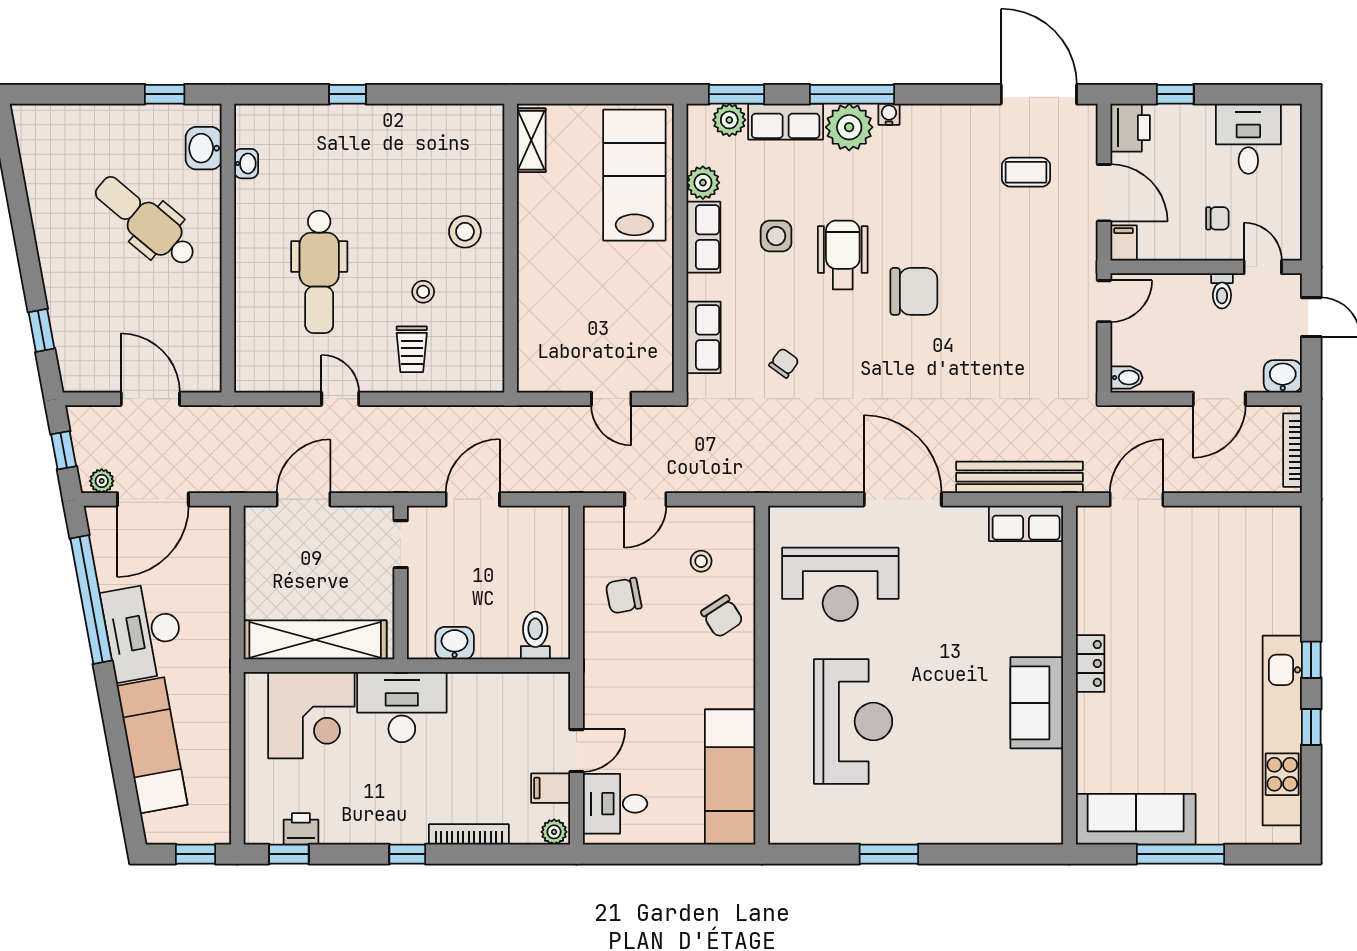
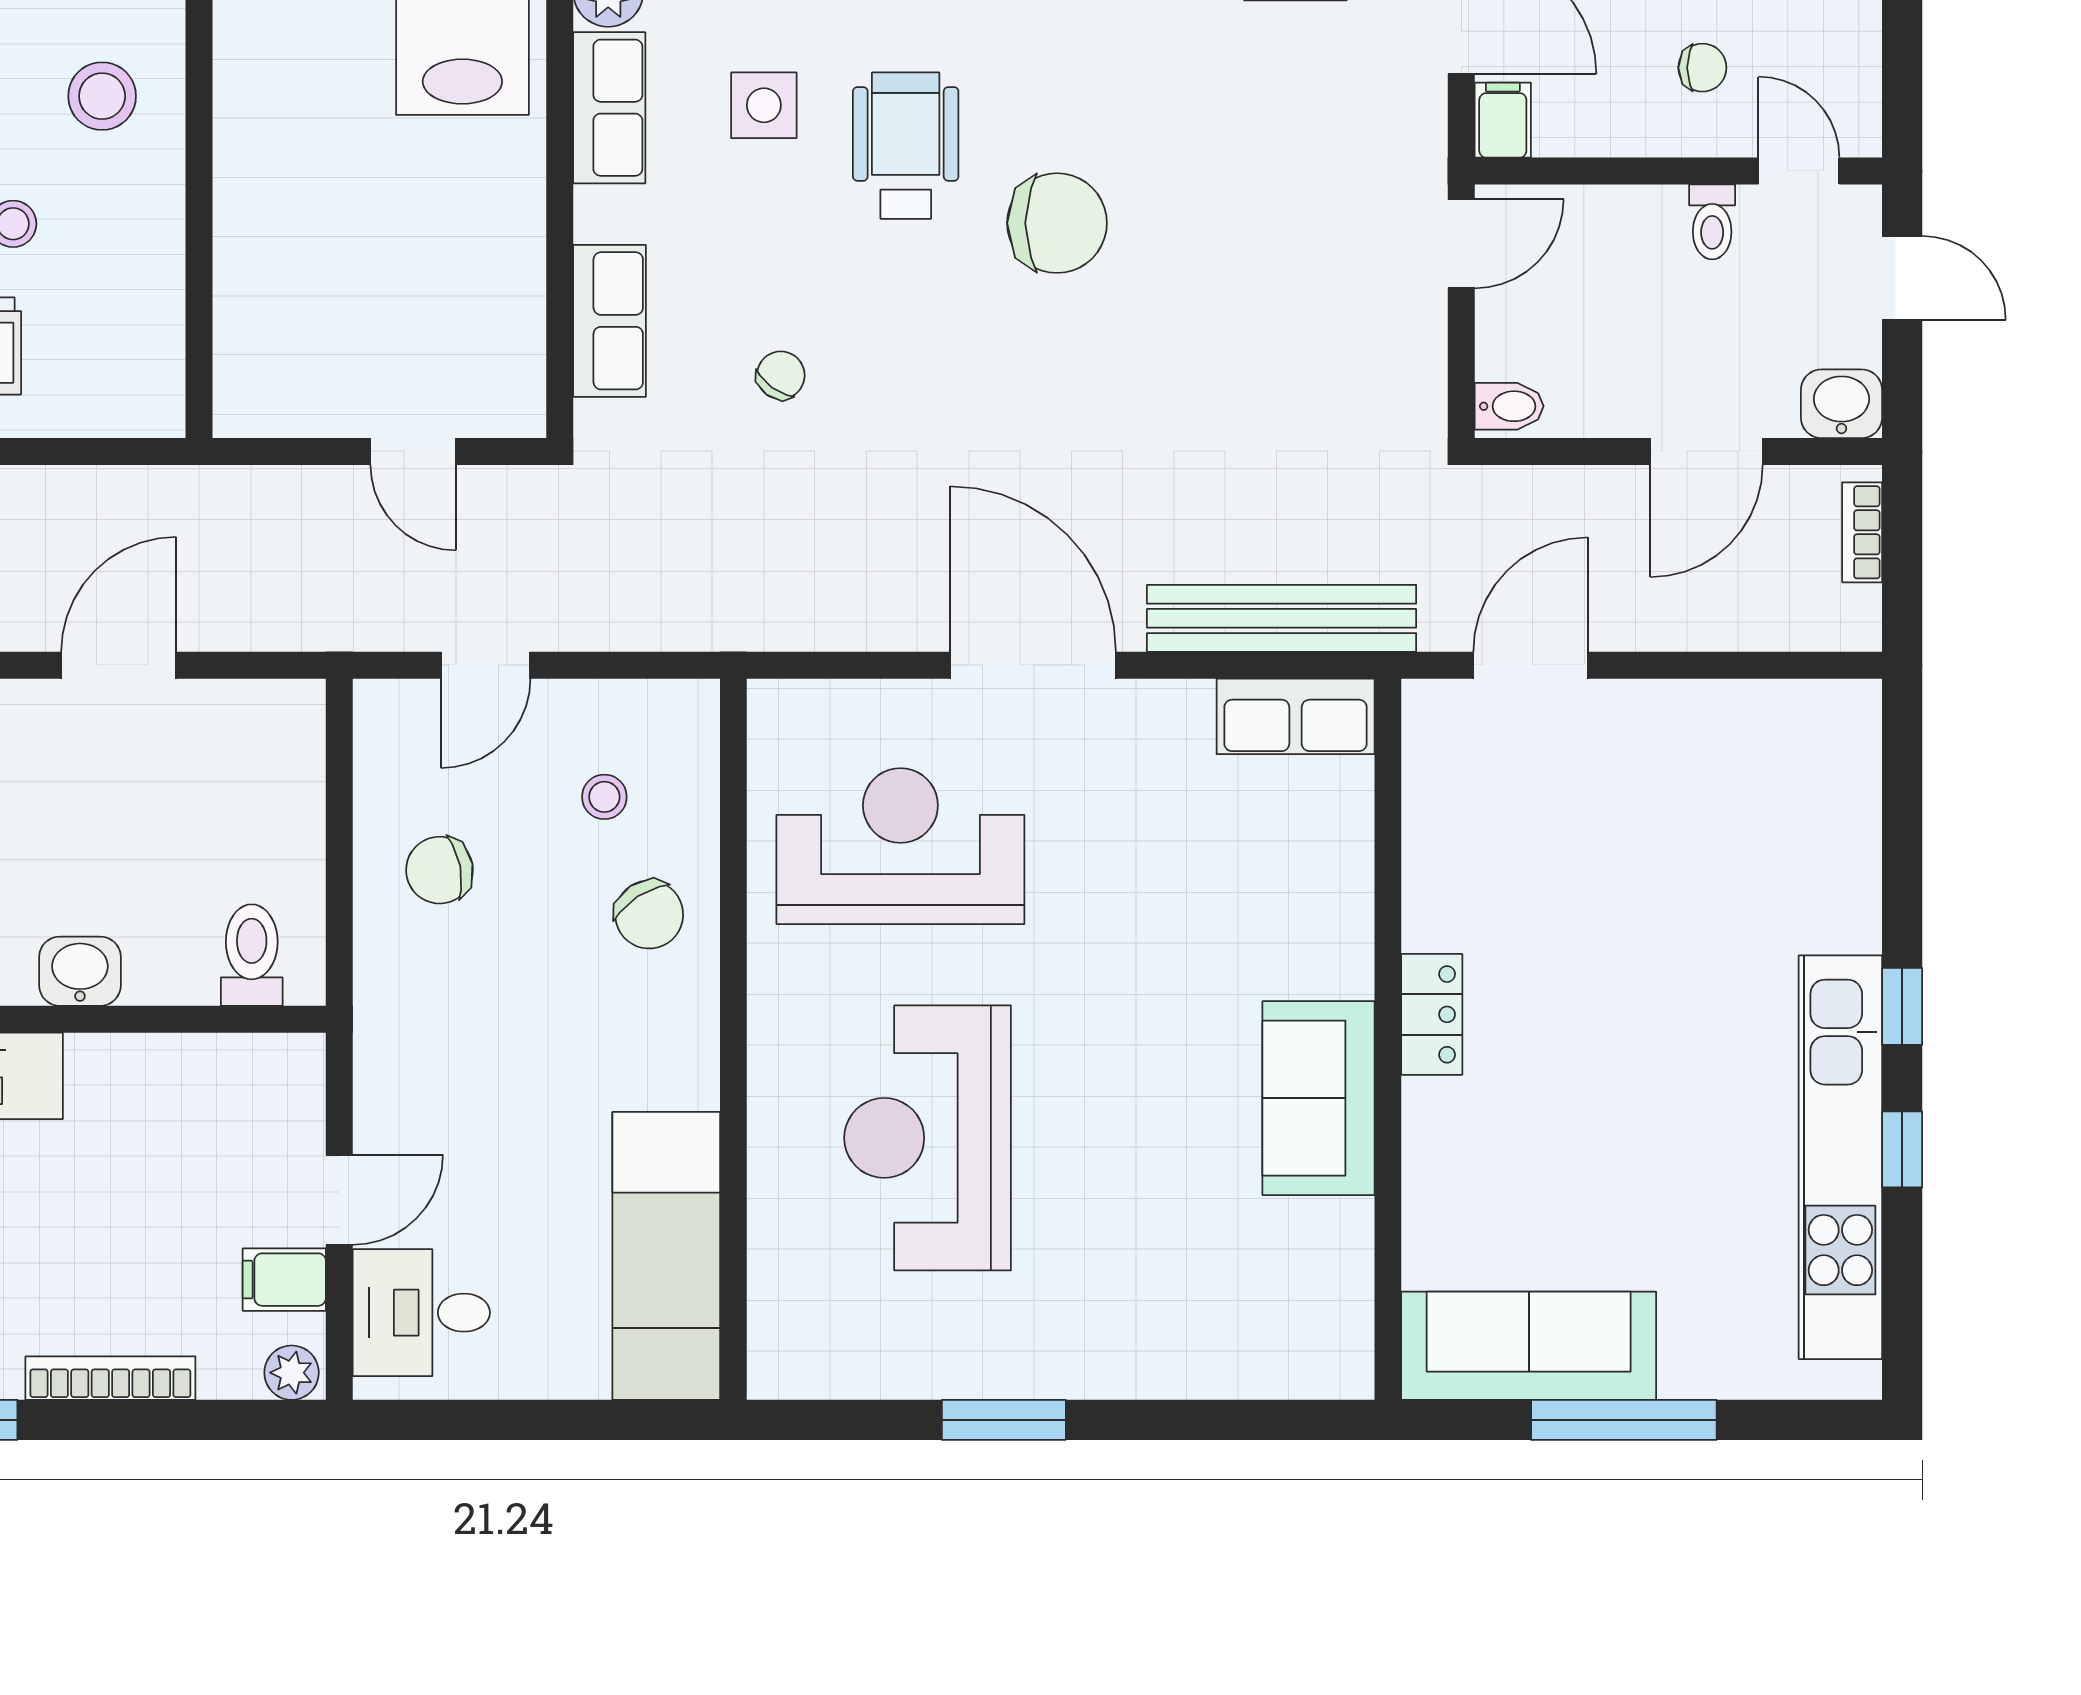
bookcase: (1292, 450) -> (1862, 532), width x0.64
reception desk: (840, 584) -> (900, 846), turned 180
reception desk: (853, 722) -> (928, 1138), turned 180

